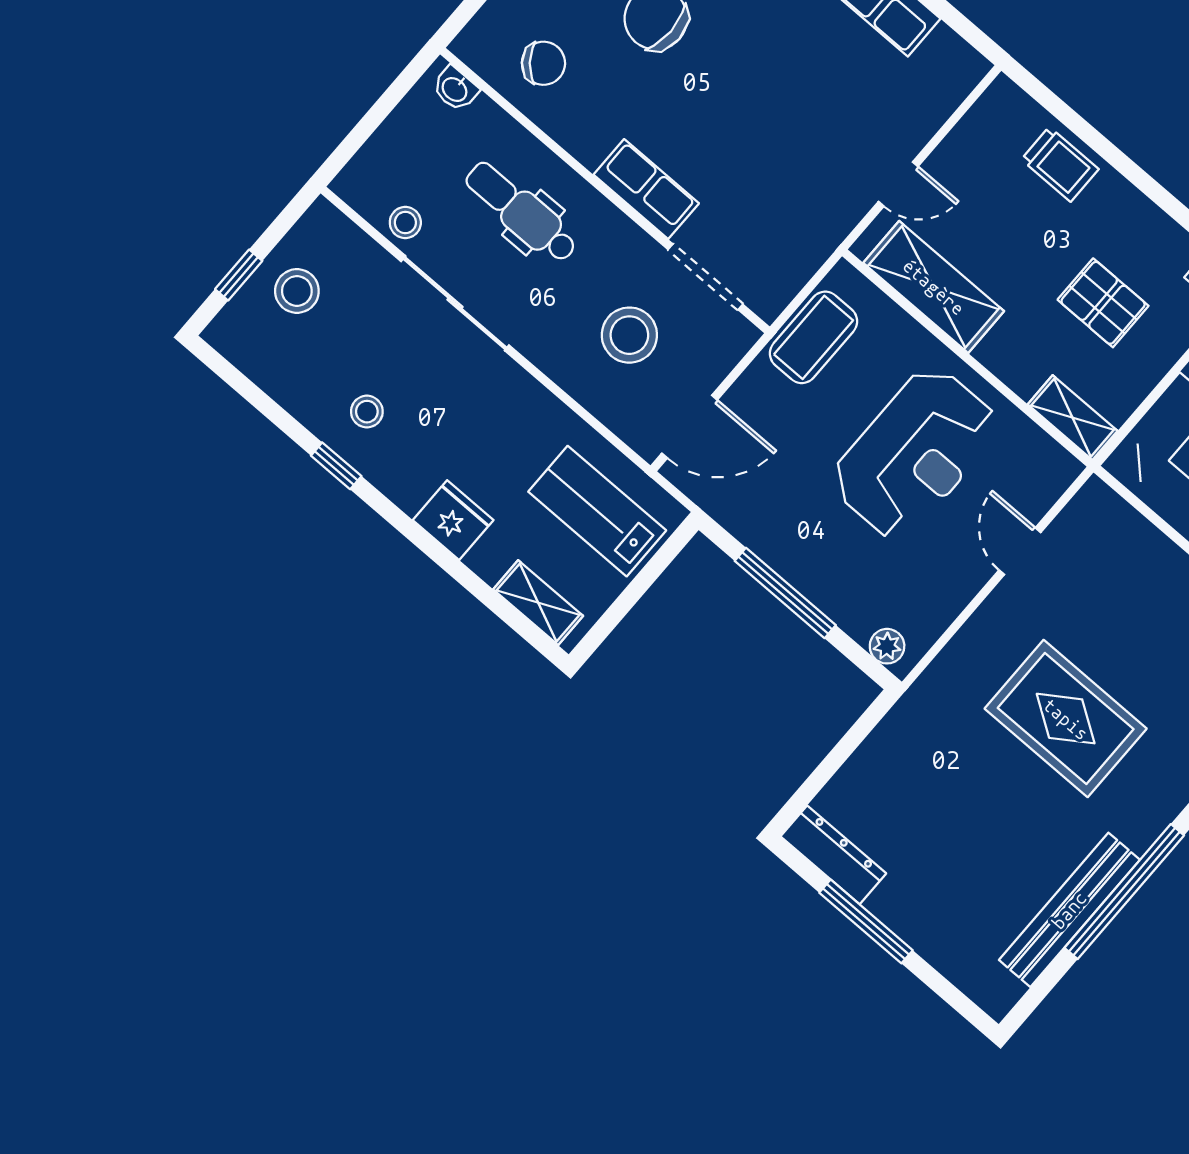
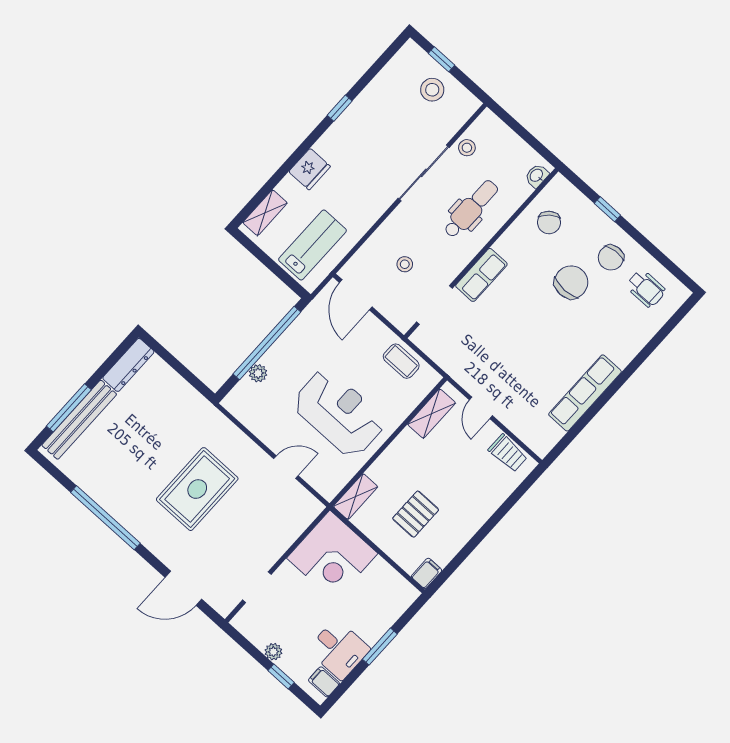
trolley: (1060, 164) -> (508, 453), moved, turned -90
shelving: (934, 287) -> (432, 414), width x0.67, depth x0.75
stool: (629, 335) -> (405, 264), width x0.53, depth x0.53
coffee table: (813, 337) -> (401, 361), width x0.73, depth x0.77
stool: (367, 412) -> (368, 125), removed
reception desk: (915, 453) -> (339, 413), turned 180
window: (785, 593) -> (267, 343), width x1.46
plant: (887, 646) -> (258, 373), moved
bench: (1069, 910) -> (79, 420), moved, turned 90
window: (866, 921) -> (69, 408), moved

